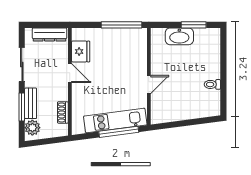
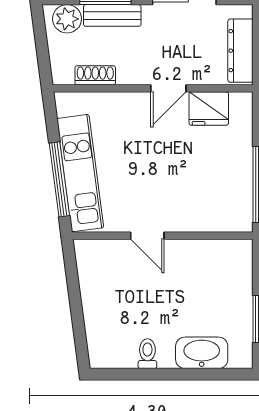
washbasin: (179, 36) -> (202, 353), moved, turned 90

